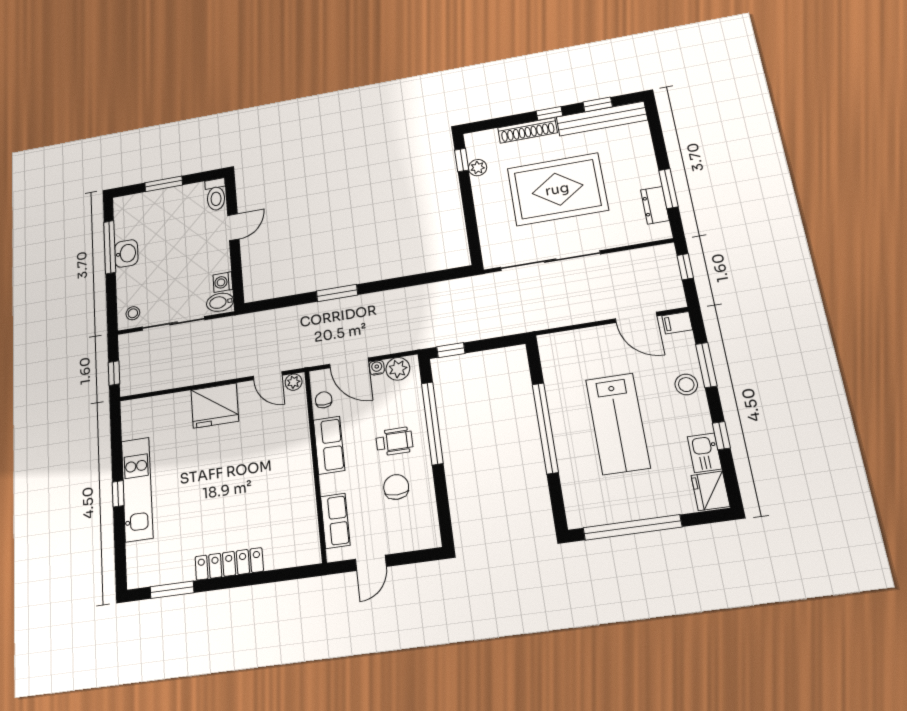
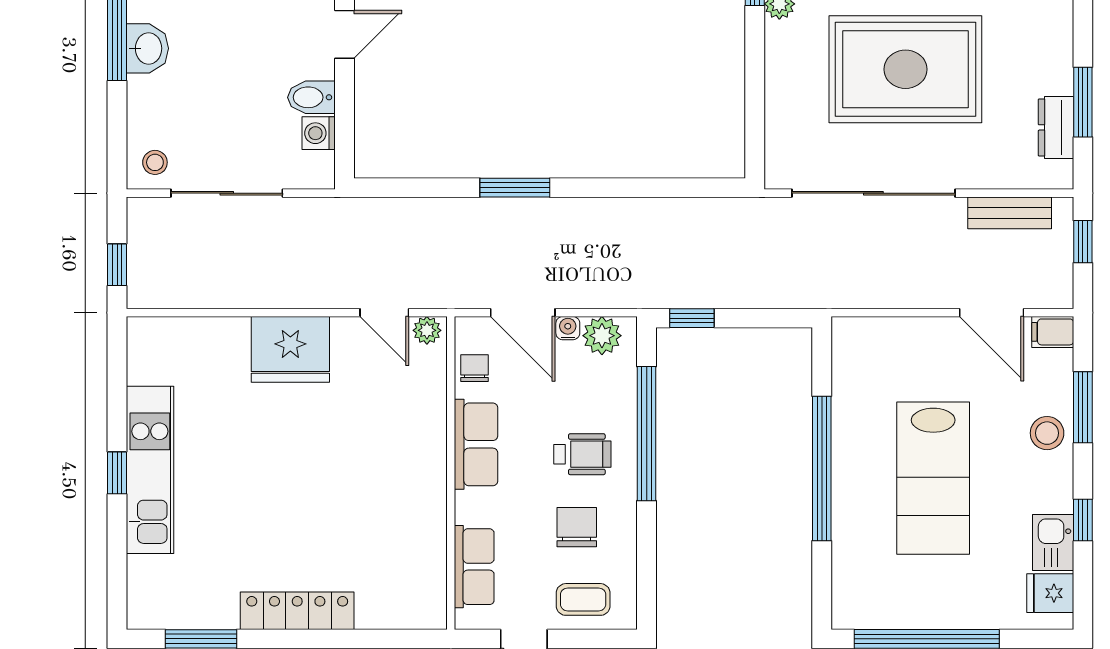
bench: (636, 258) -> (1010, 213), added
bidet: (220, 302) -> (311, 97), moved
fridge: (710, 491) -> (1050, 593), width x0.72
coffee table: (405, 532) -> (583, 599), added

